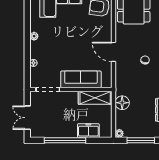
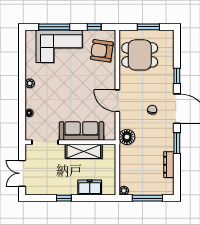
shelving: (95, 98) -> (84, 151), moved
floor lamp: (122, 103) -> (127, 137), moved
window: (65, 140) -> (64, 198), width x0.32

